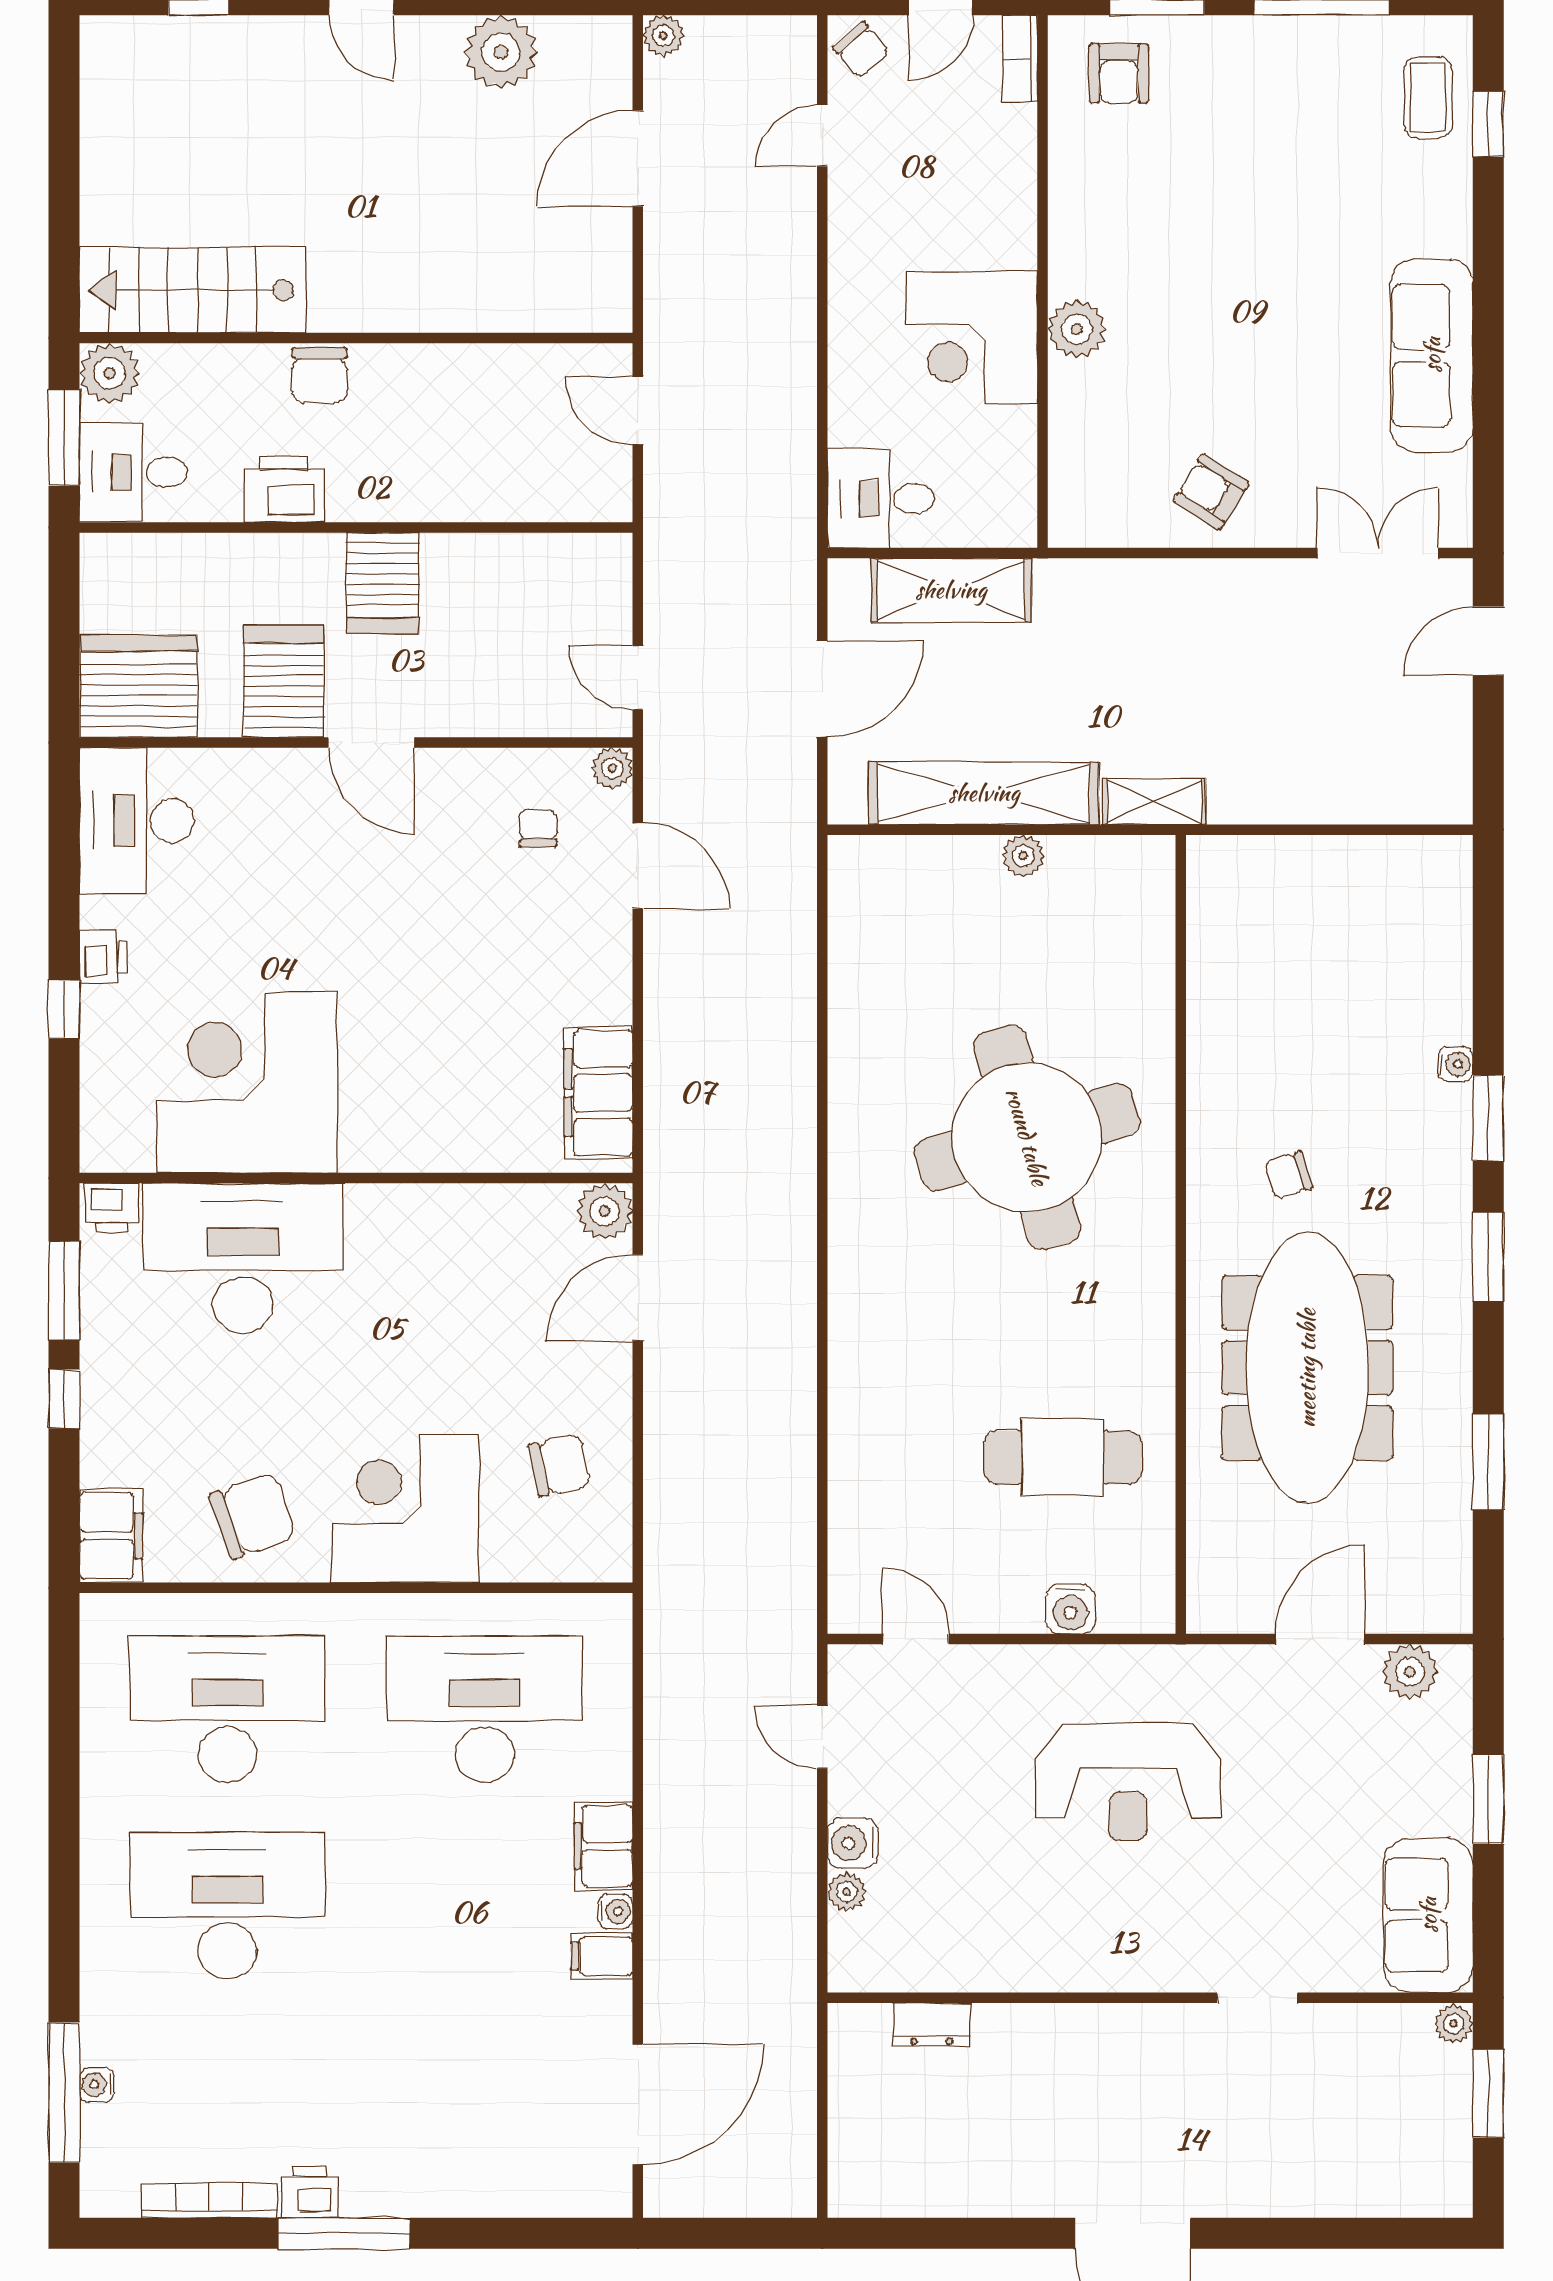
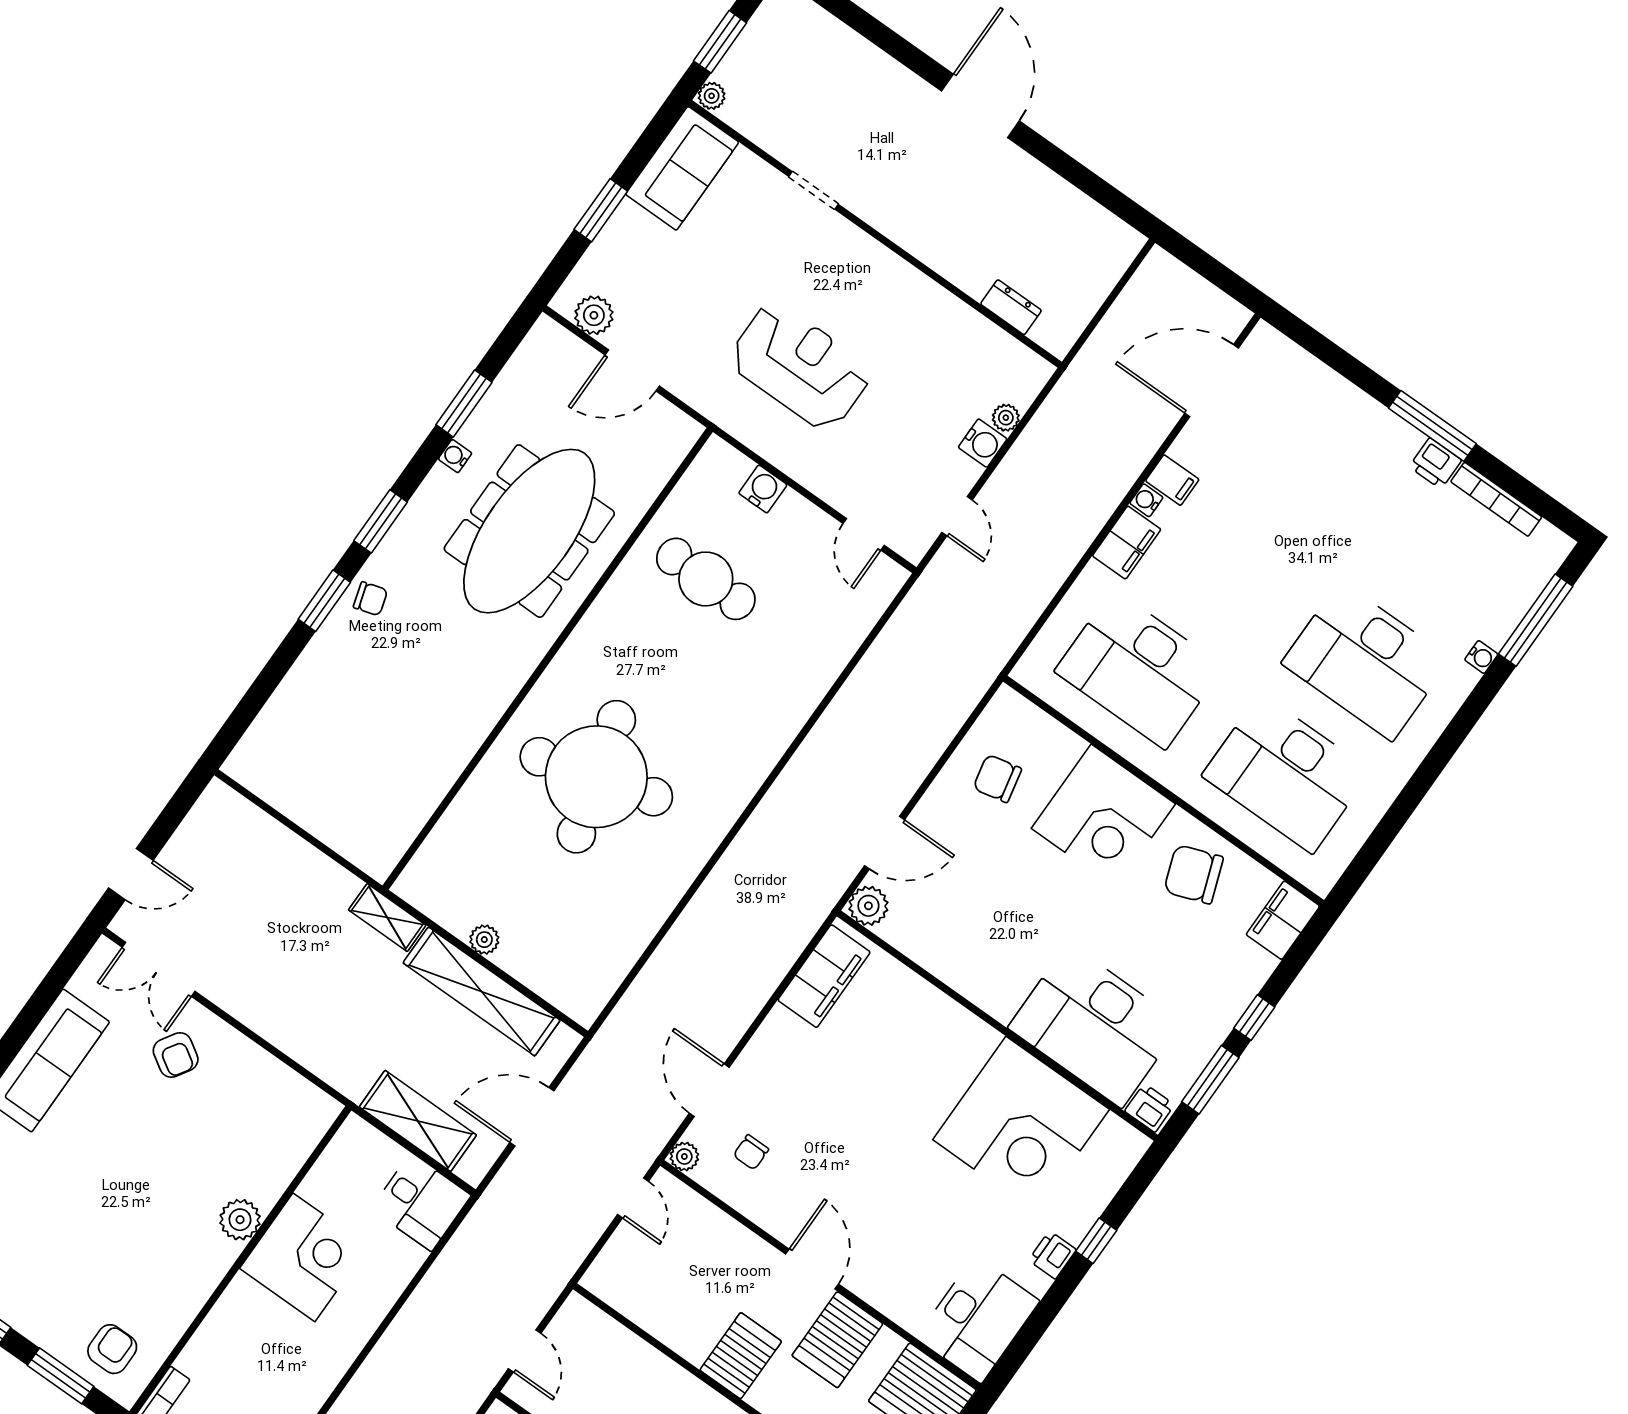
armchair: (1211, 492) -> (176, 1055), moved
water cooler: (1455, 1064) -> (455, 456), moved
chair: (1288, 1175) -> (370, 599), moved
water cooler: (97, 2084) -> (1481, 657), moved

